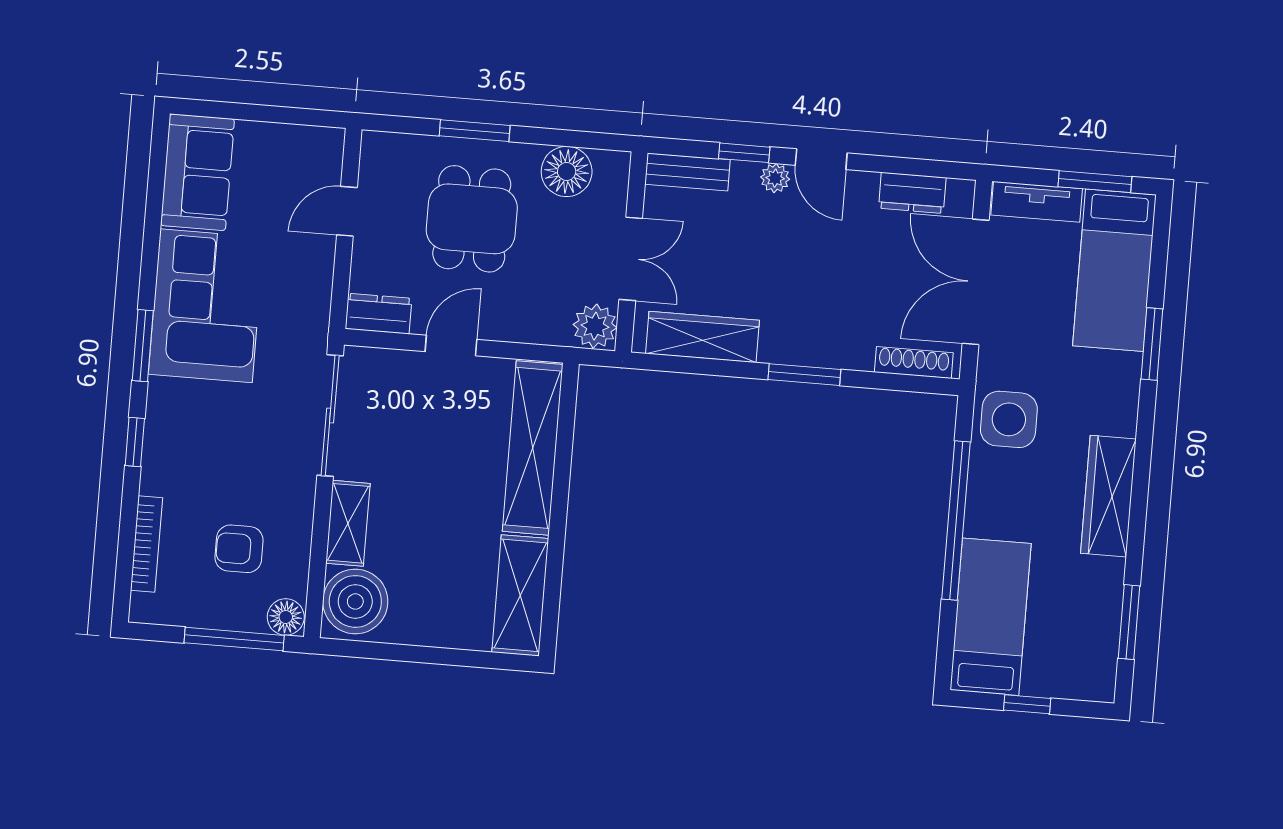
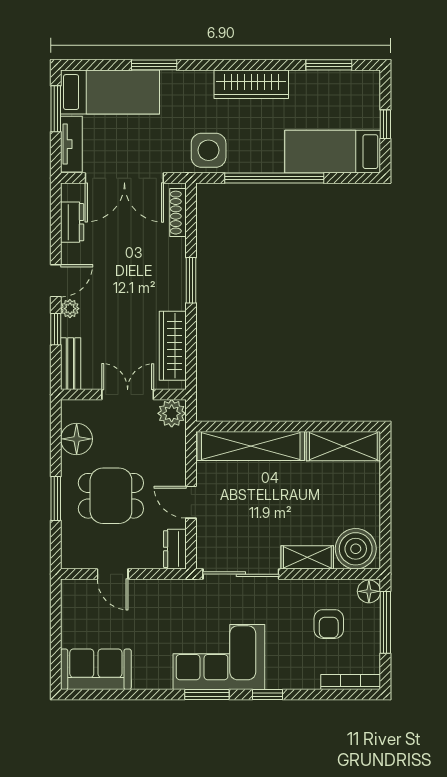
corner sofa: (206, 306) -> (219, 657), moved
bookcase: (147, 544) -> (351, 682), moved

